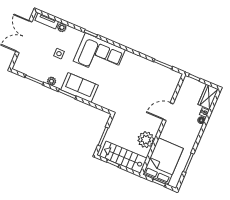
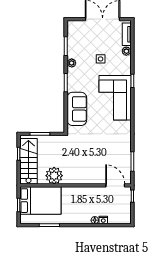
sofa: (79, 87) -> (77, 109), moved
wardrobe: (208, 97) -> (120, 217), removed
door: (168, 112) -> (115, 185), moved

